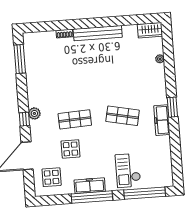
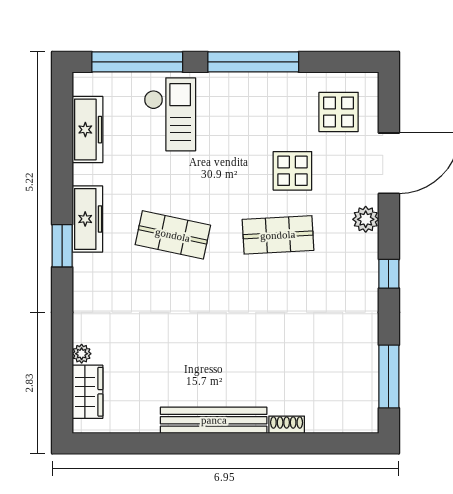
wardrobe: (150, 30) -> (87, 392), moved, turned 90
plant: (34, 113) -> (366, 219), moved
window: (24, 119) -> (389, 274), moved
freezer: (90, 186) -> (87, 130), moved, turned -90

